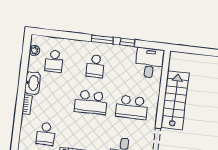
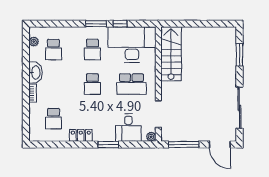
desk: (150, 63) -> (132, 45), width x1.87, depth x1.30
stairs: (175, 100) -> (171, 54), moved
school desk: (91, 102) -> (92, 84), width x0.54

